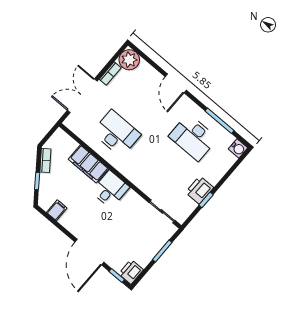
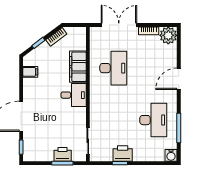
desk: (193, 137) -> (153, 120), turned 180
printer: (131, 272) -> (63, 154), moved

